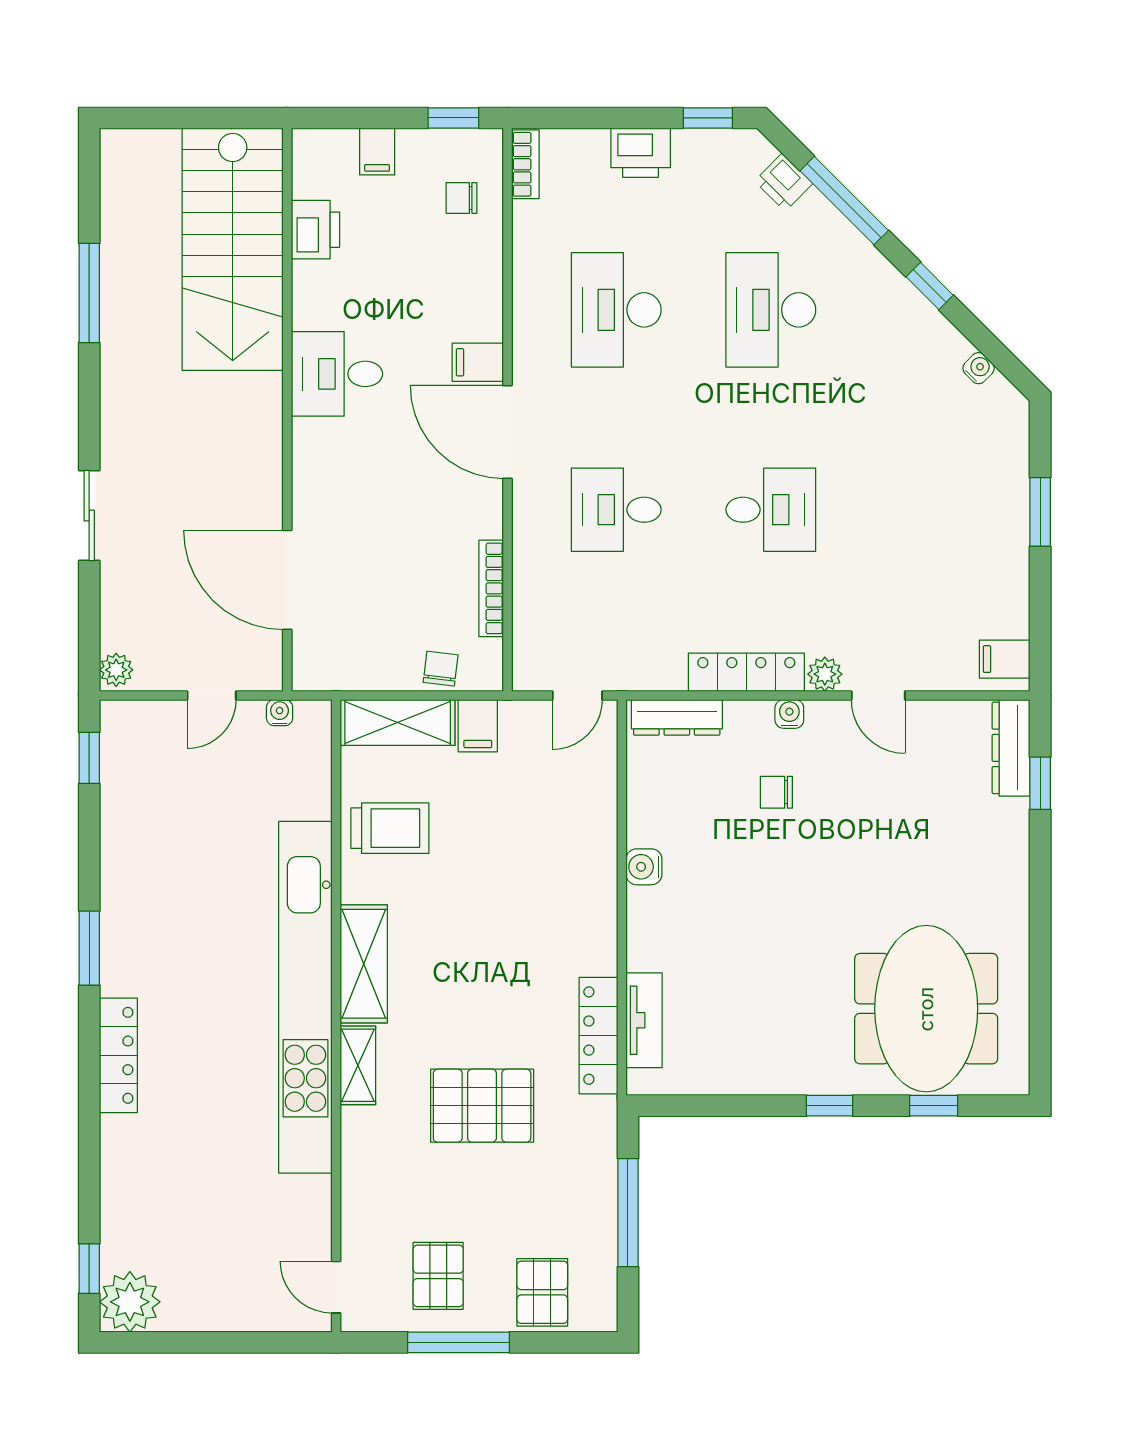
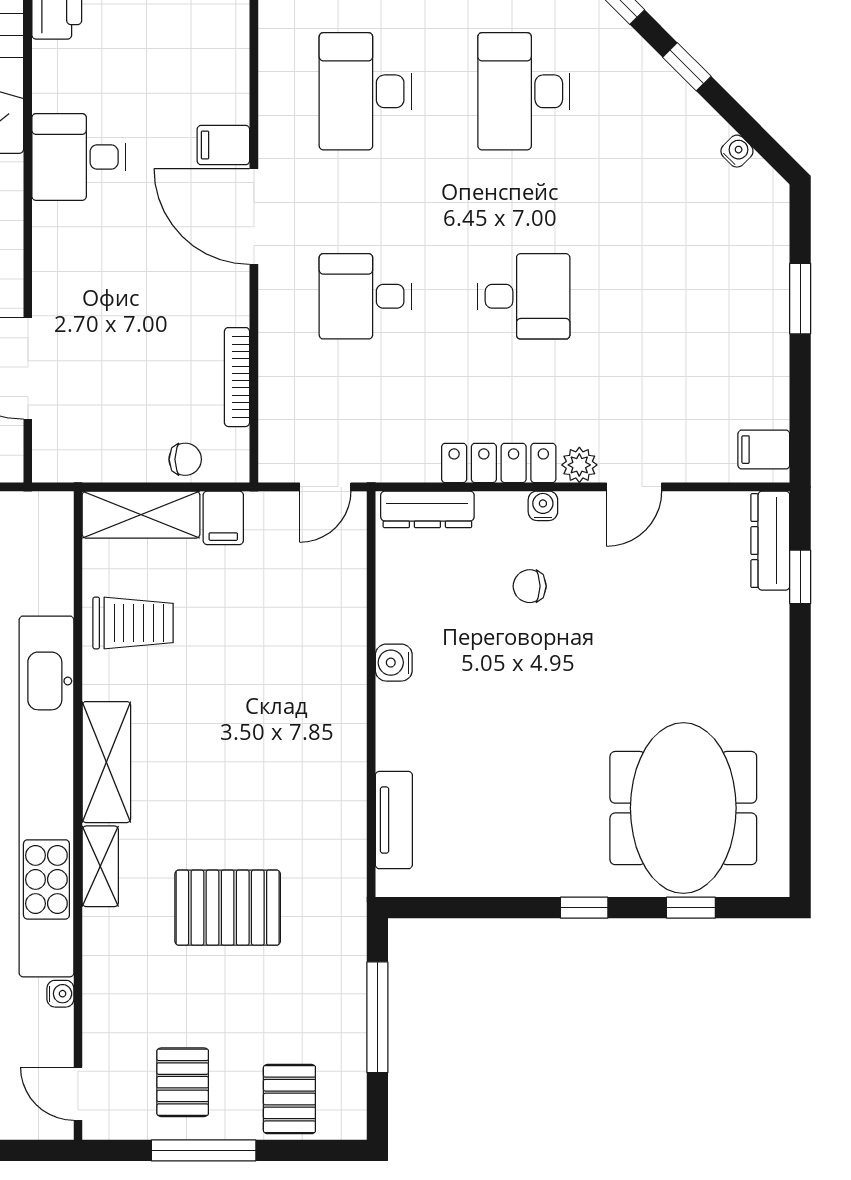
chair: (441, 669) -> (185, 459), turned 83
door: (878, 695) -> (634, 487), hinge flipped
water cooler: (280, 713) -> (60, 994), moved, turned 90
locker: (598, 1036) -> (347, 836), removed

